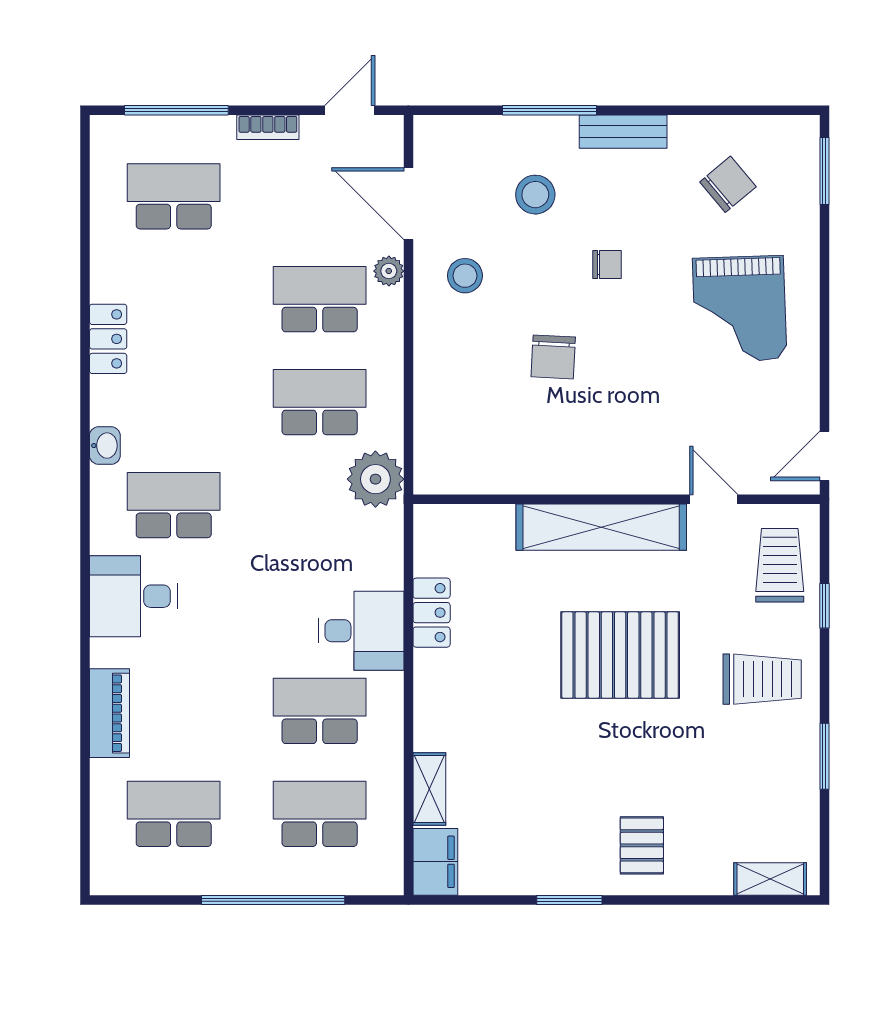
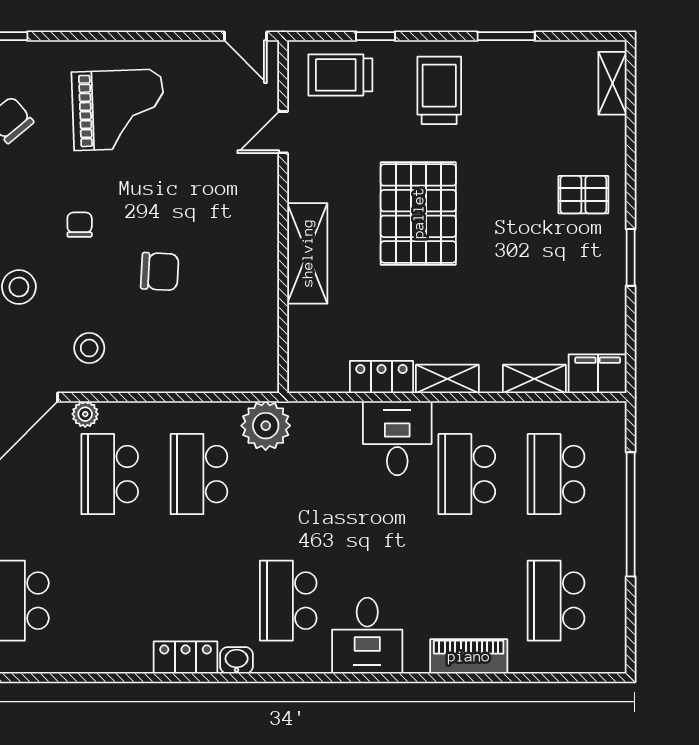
locker: (108, 339) -> (186, 658), moved
shelving: (601, 527) -> (307, 253), width x0.68
shelving: (429, 689) -> (447, 379), added

